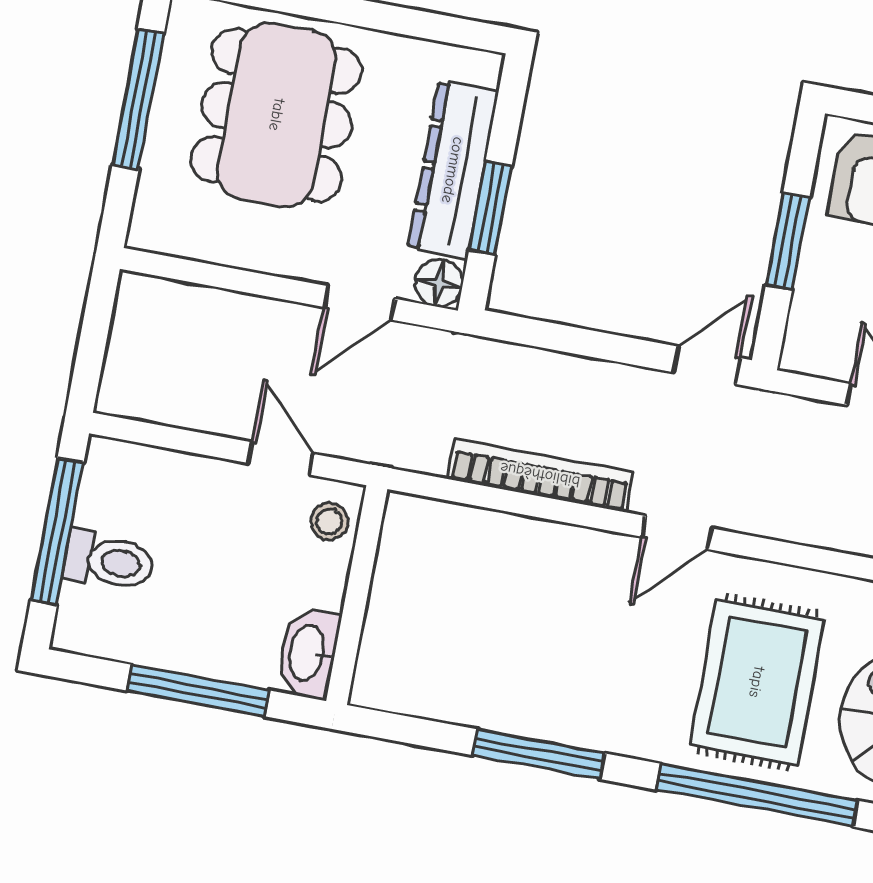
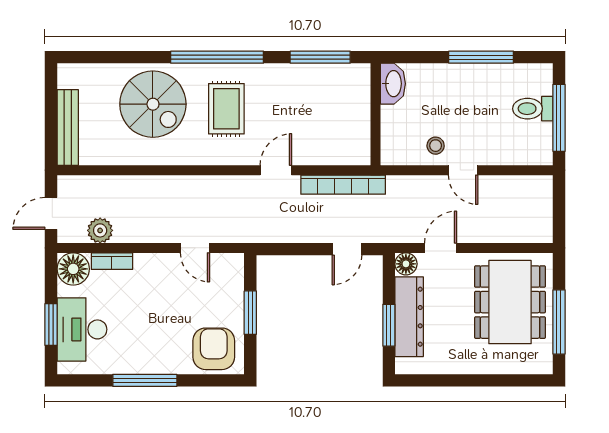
dining table: (277, 115) -> (510, 302), moved
window: (490, 208) -> (389, 325), moved
door: (707, 365) -> (347, 249), moved
wall: (357, 595) -> (375, 114), moved
washbasin: (308, 653) -> (393, 84), moved
rug: (757, 682) -> (226, 109), width x0.73, depth x0.70

